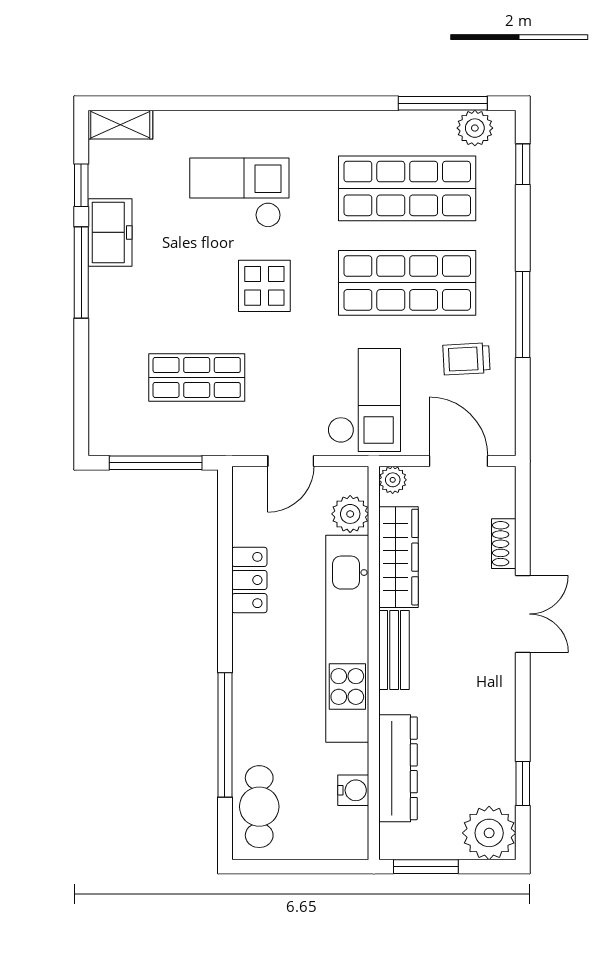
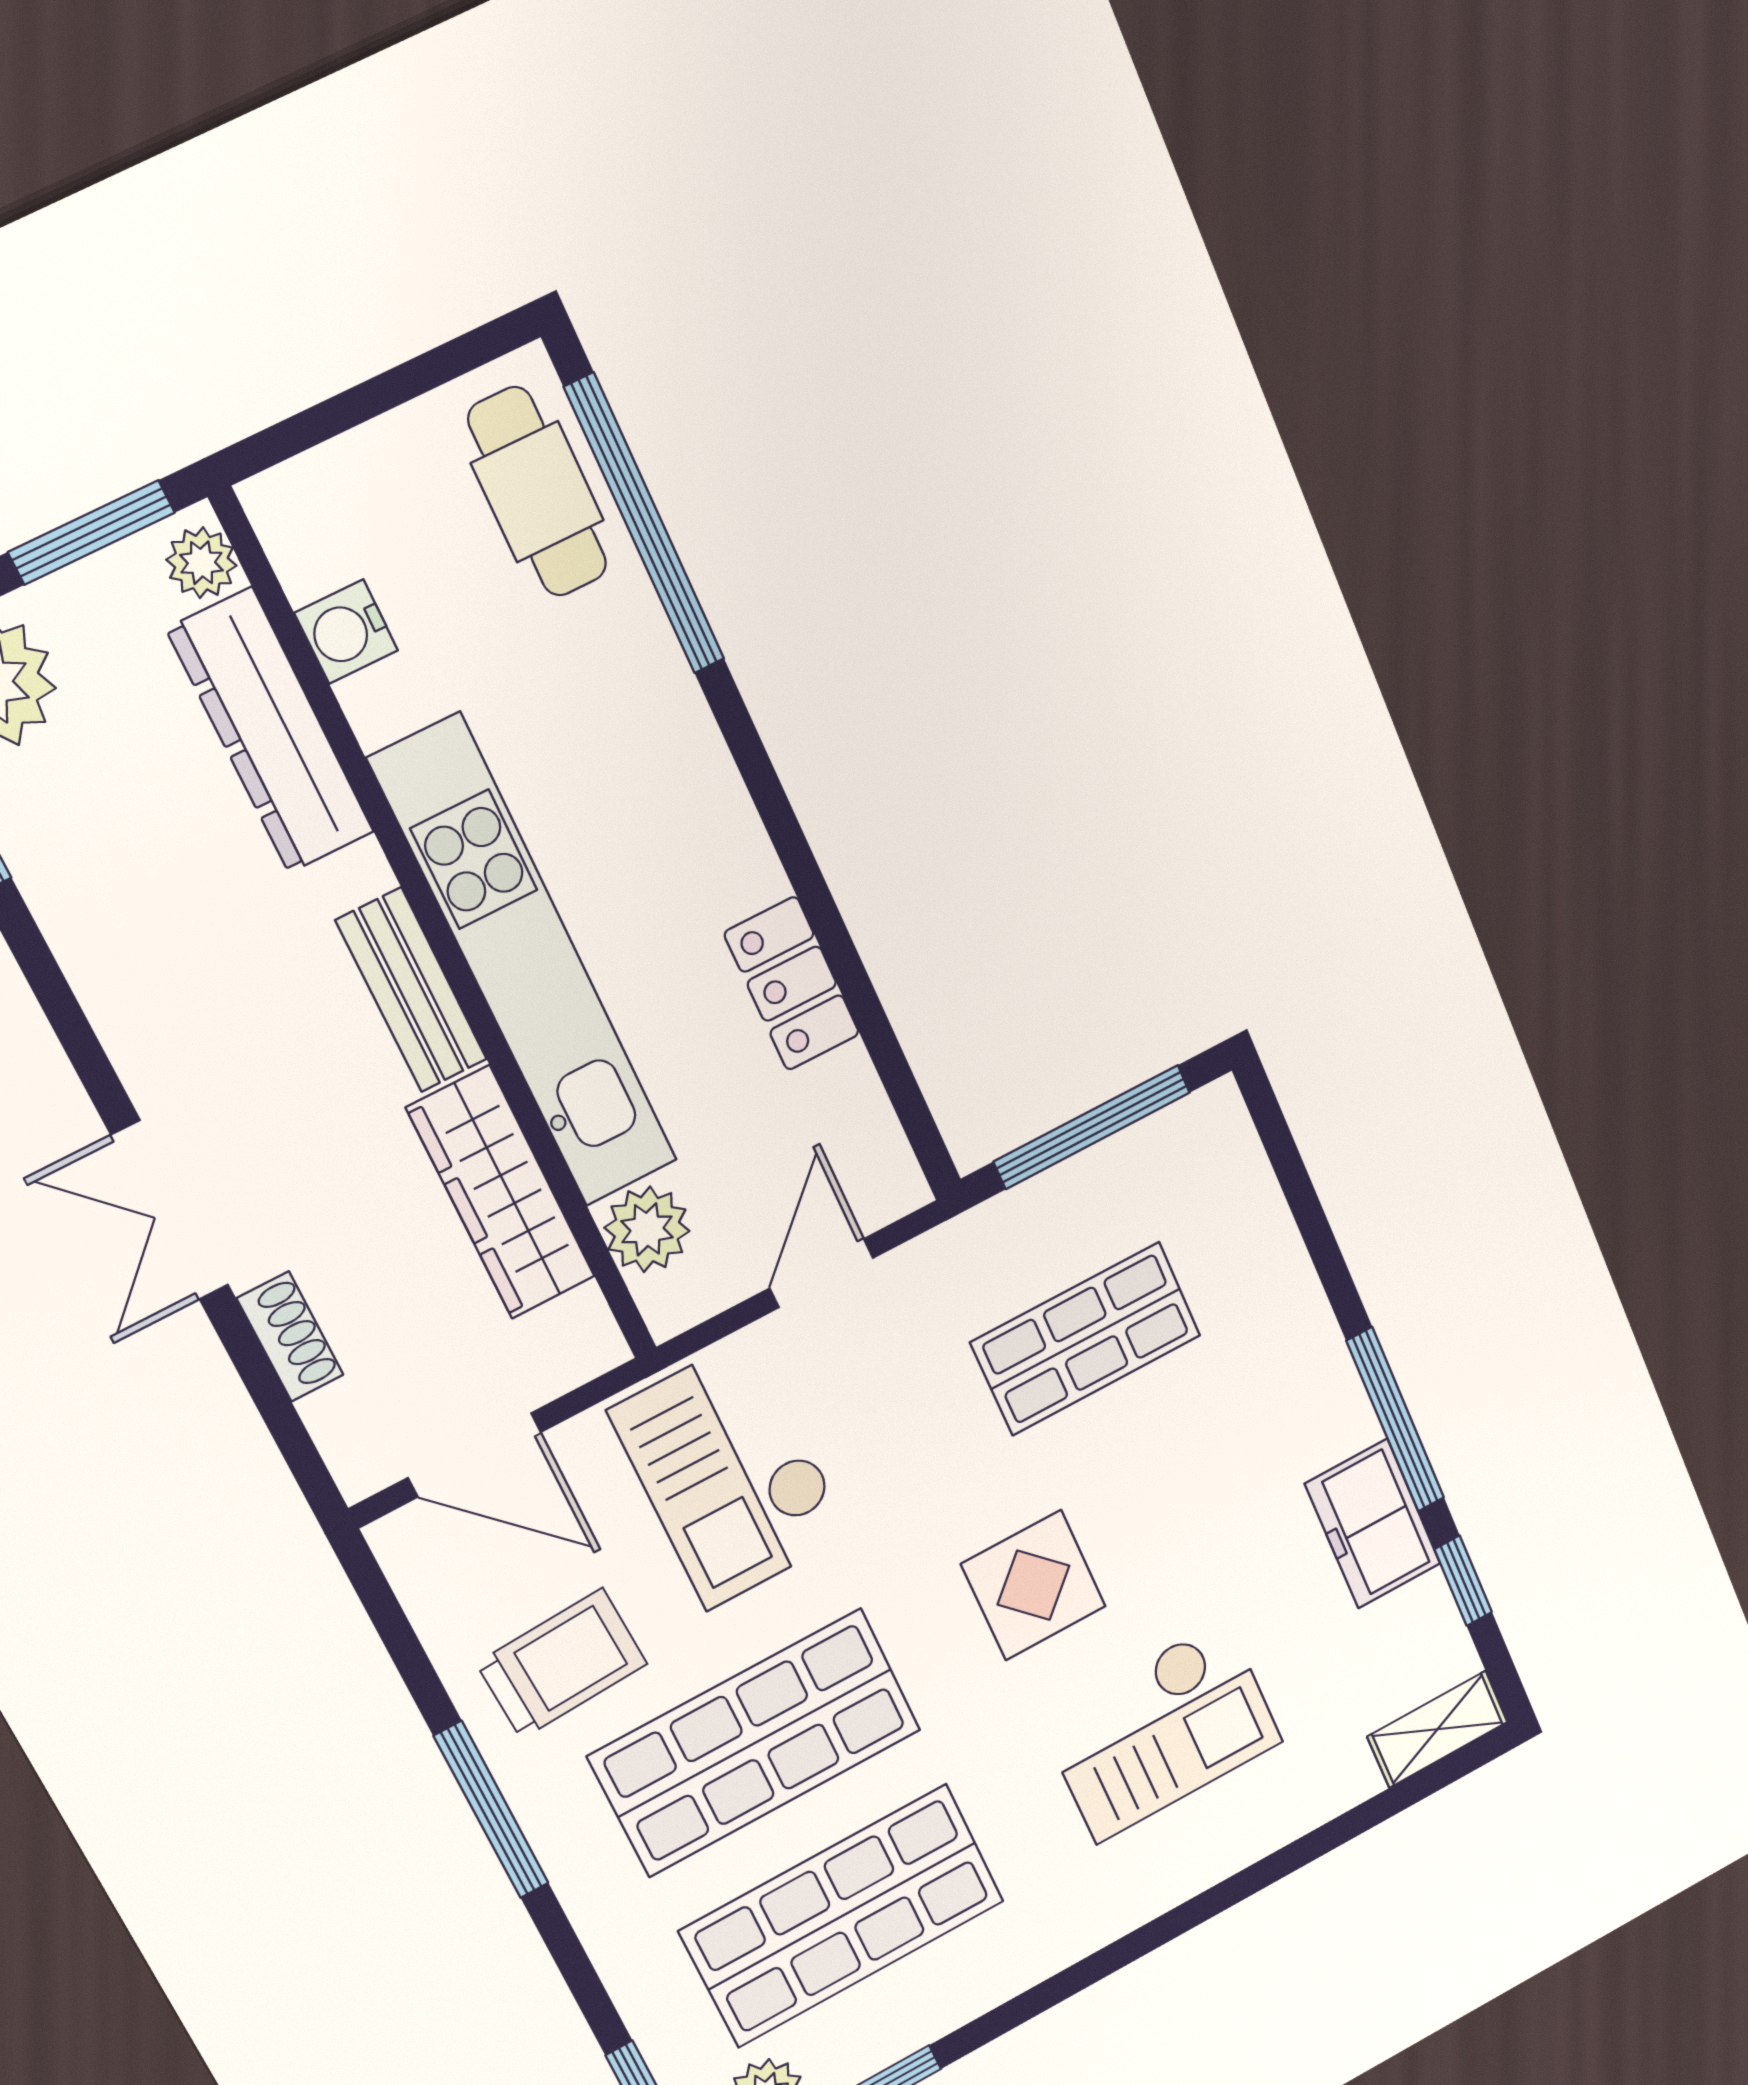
trolley: (466, 359) -> (562, 1664), width x1.36, depth x1.39
plant: (393, 480) -> (201, 563), moved
window: (225, 735) -> (645, 524), moved

